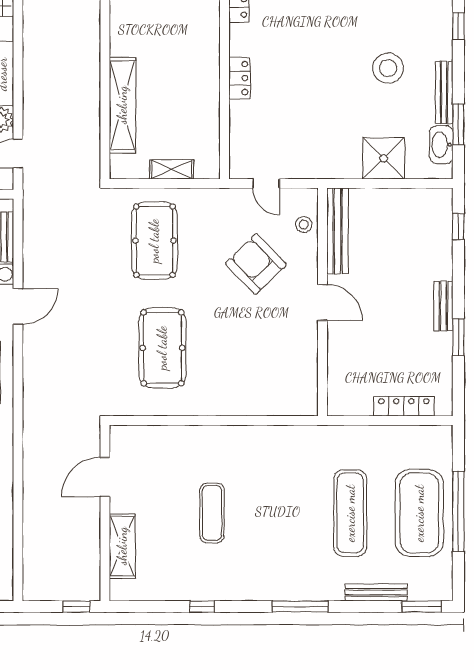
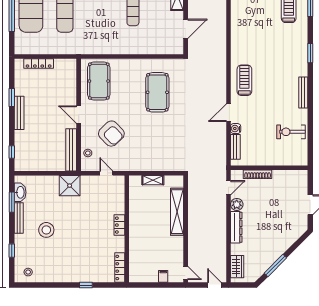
shower: (384, 158) -> (70, 186), moved
pool table: (154, 241) -> (99, 81), moved
bench: (443, 306) -> (19, 113), width x1.36

